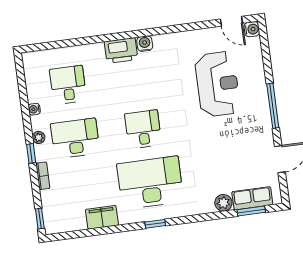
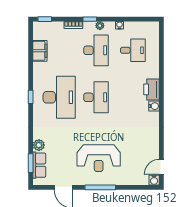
reception desk: (217, 84) -> (99, 158), moved
desk: (143, 129) -> (96, 97), width x1.37
filing cabinet: (102, 217) -> (40, 51), moved

